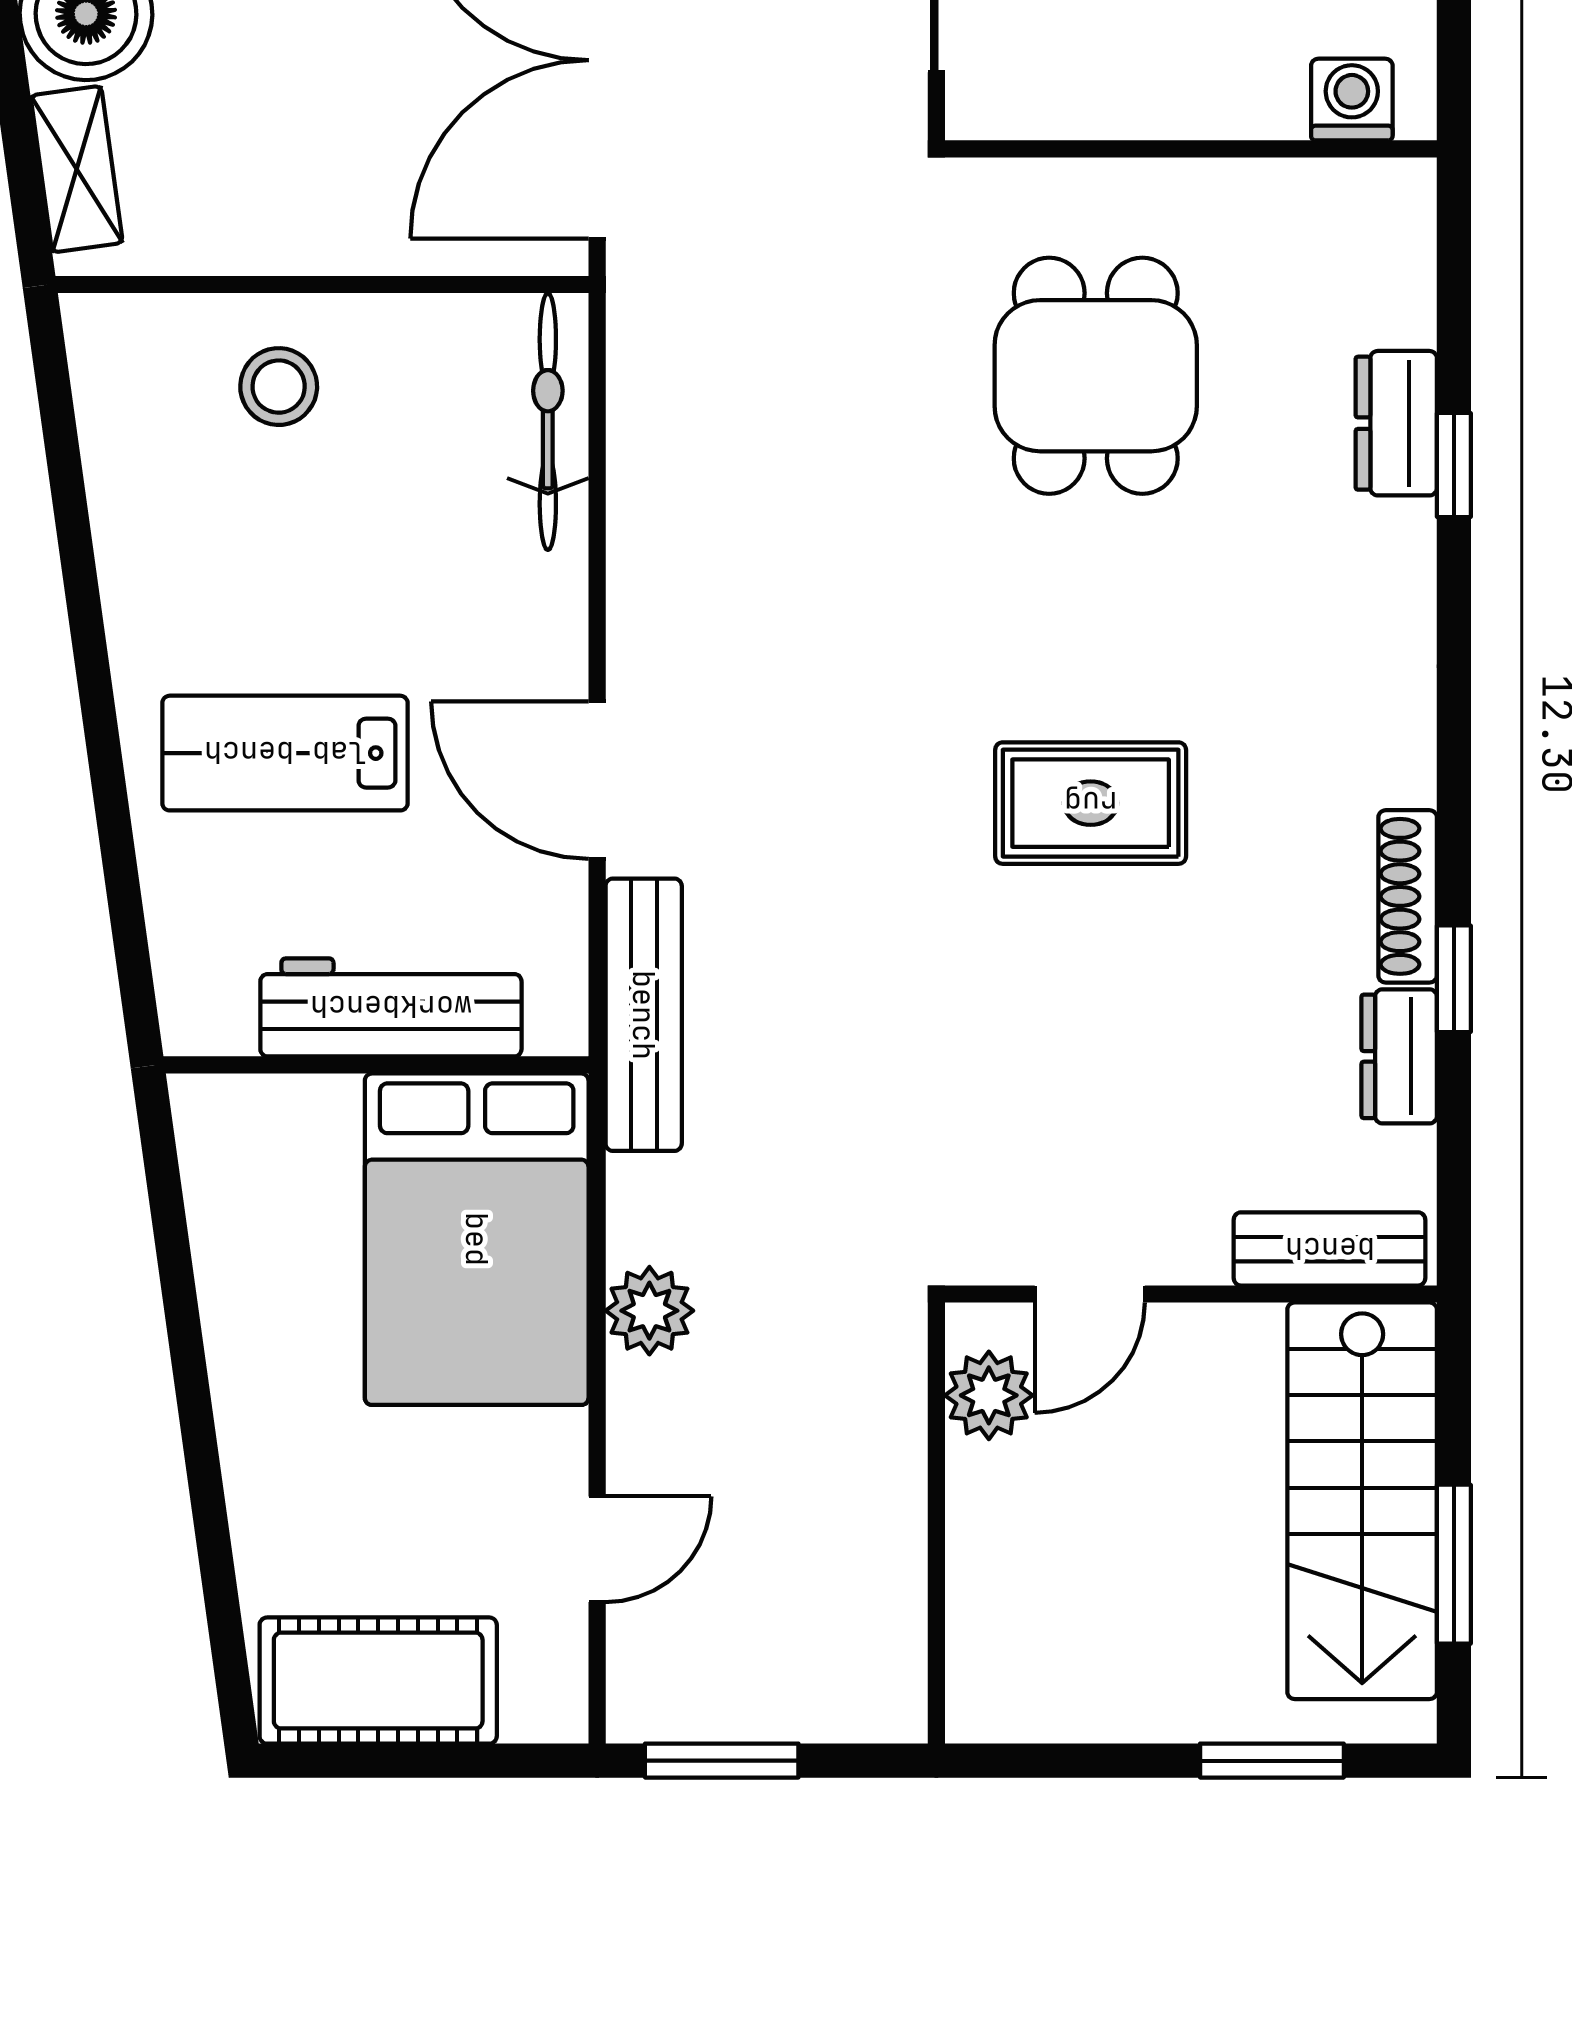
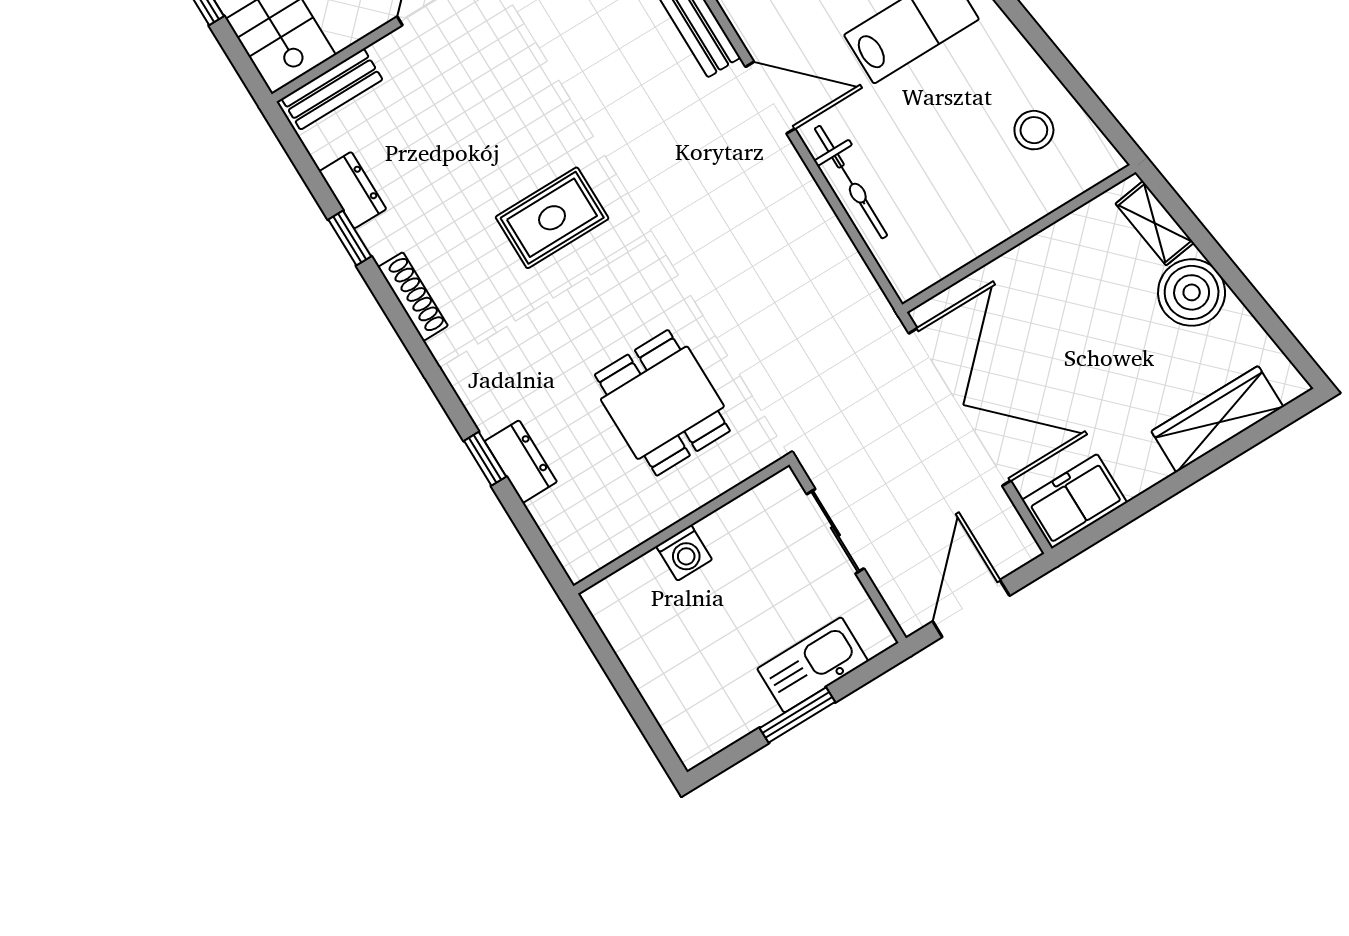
washing machine: (1352, 99) -> (684, 553), moved
stool: (279, 387) -> (1034, 130), moved
bicycle: (548, 422) -> (851, 182), moved
shoe rack: (1408, 896) -> (413, 297), moved

